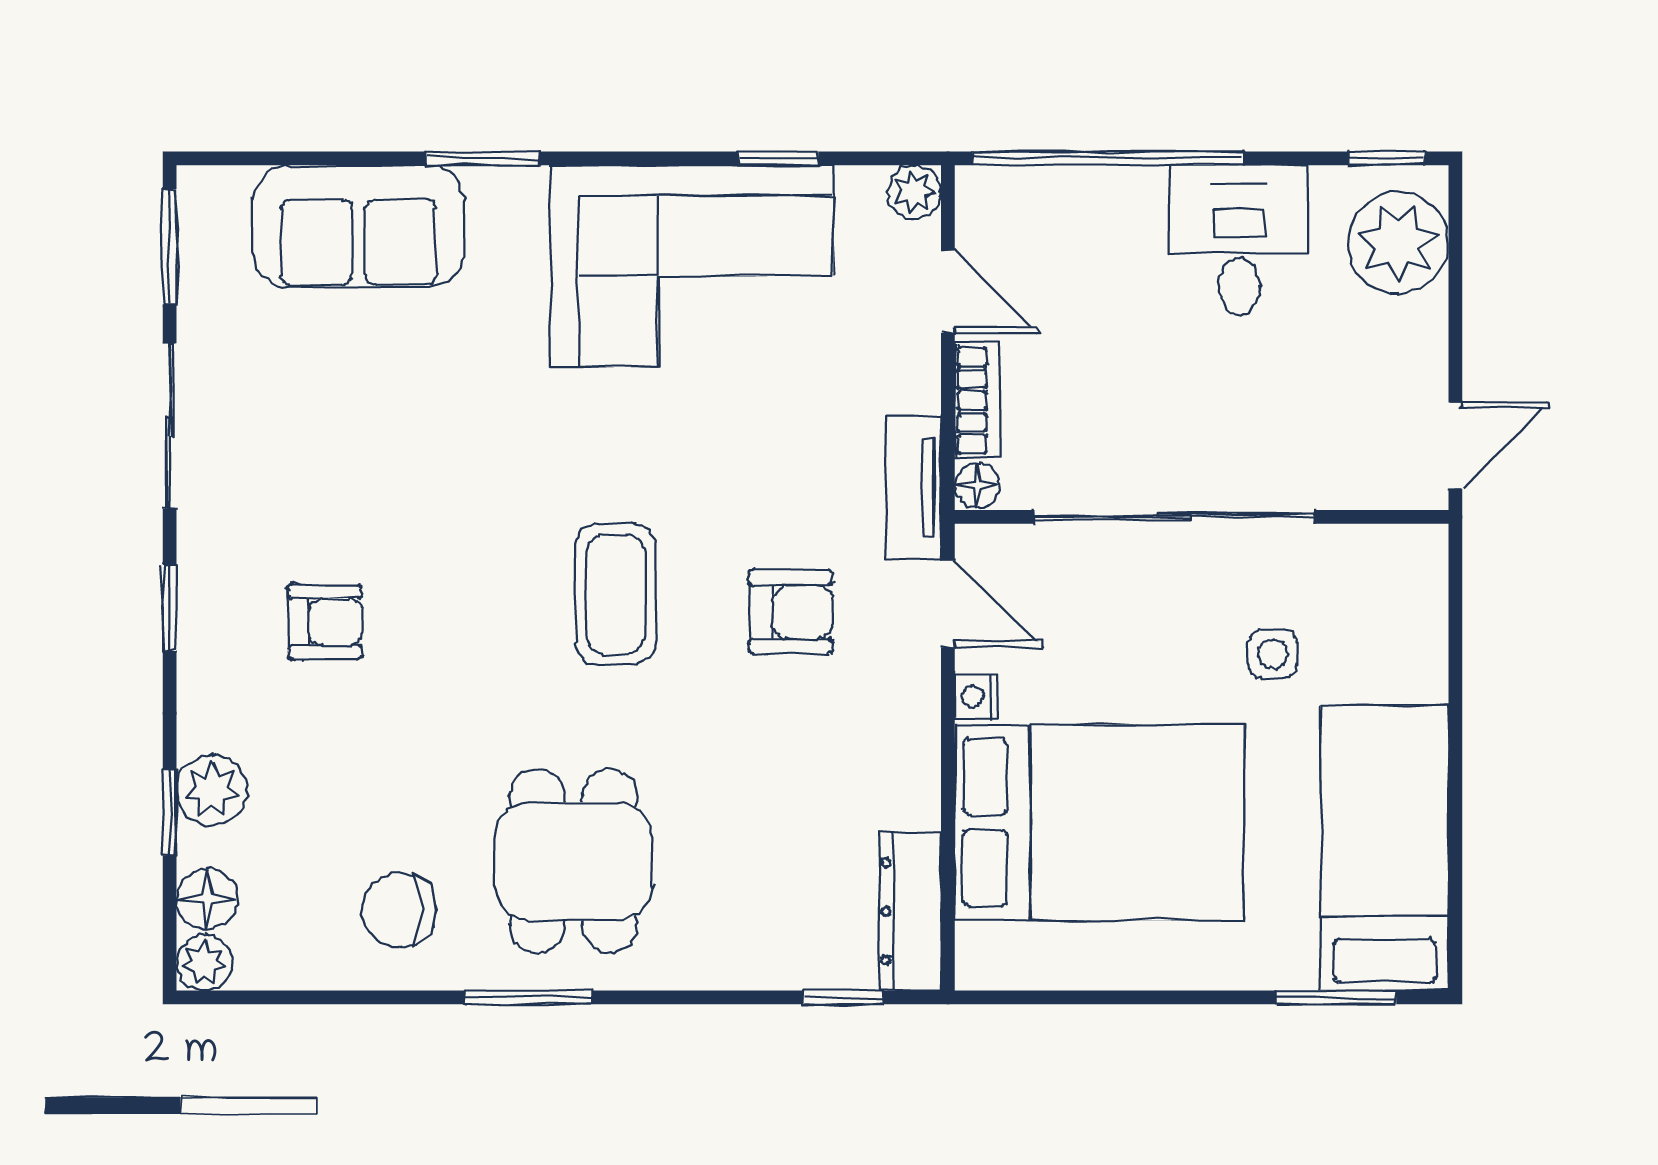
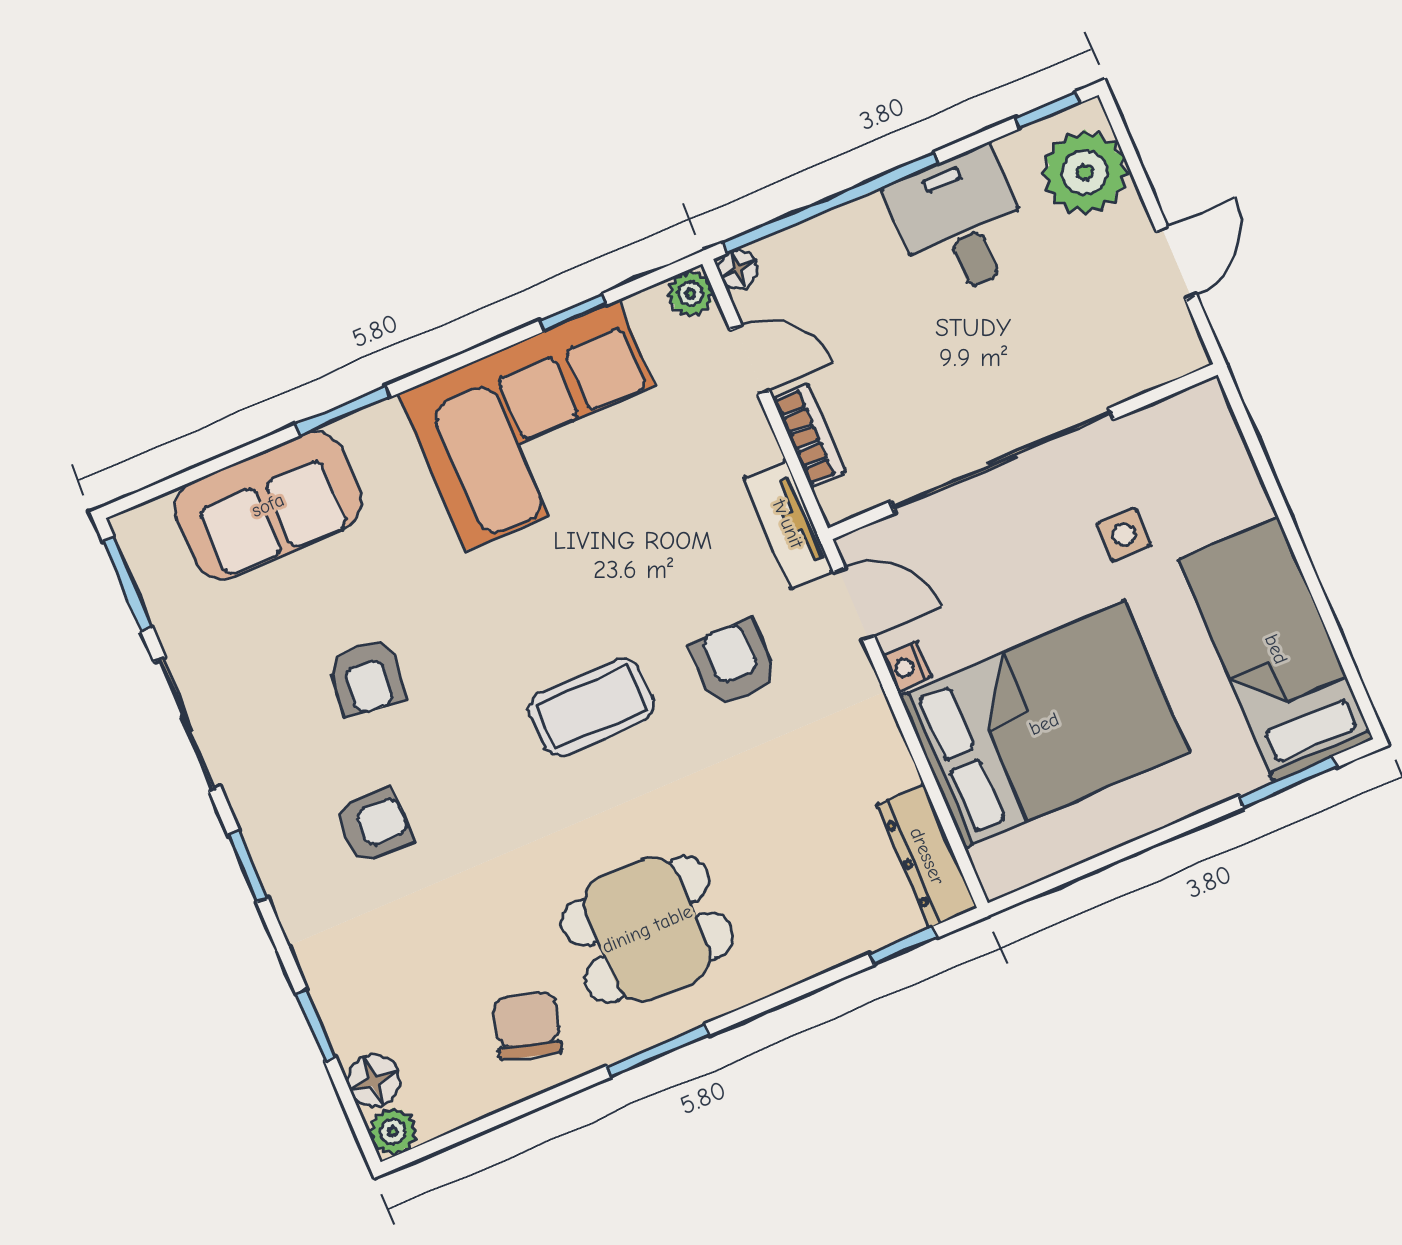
door: (1455, 446) -> (1177, 263), moved
armchair: (385, 458) -> (366, 678), added
floor lamp: (977, 485) -> (738, 269), moved
coffee table: (615, 594) -> (591, 707), turned 90
armchair: (791, 612) -> (734, 663), turned -90
plant: (212, 790) -> (342, 994), removed
dining table: (574, 861) -> (647, 929), turned 90
chair: (399, 910) -> (527, 1025), turned 106

